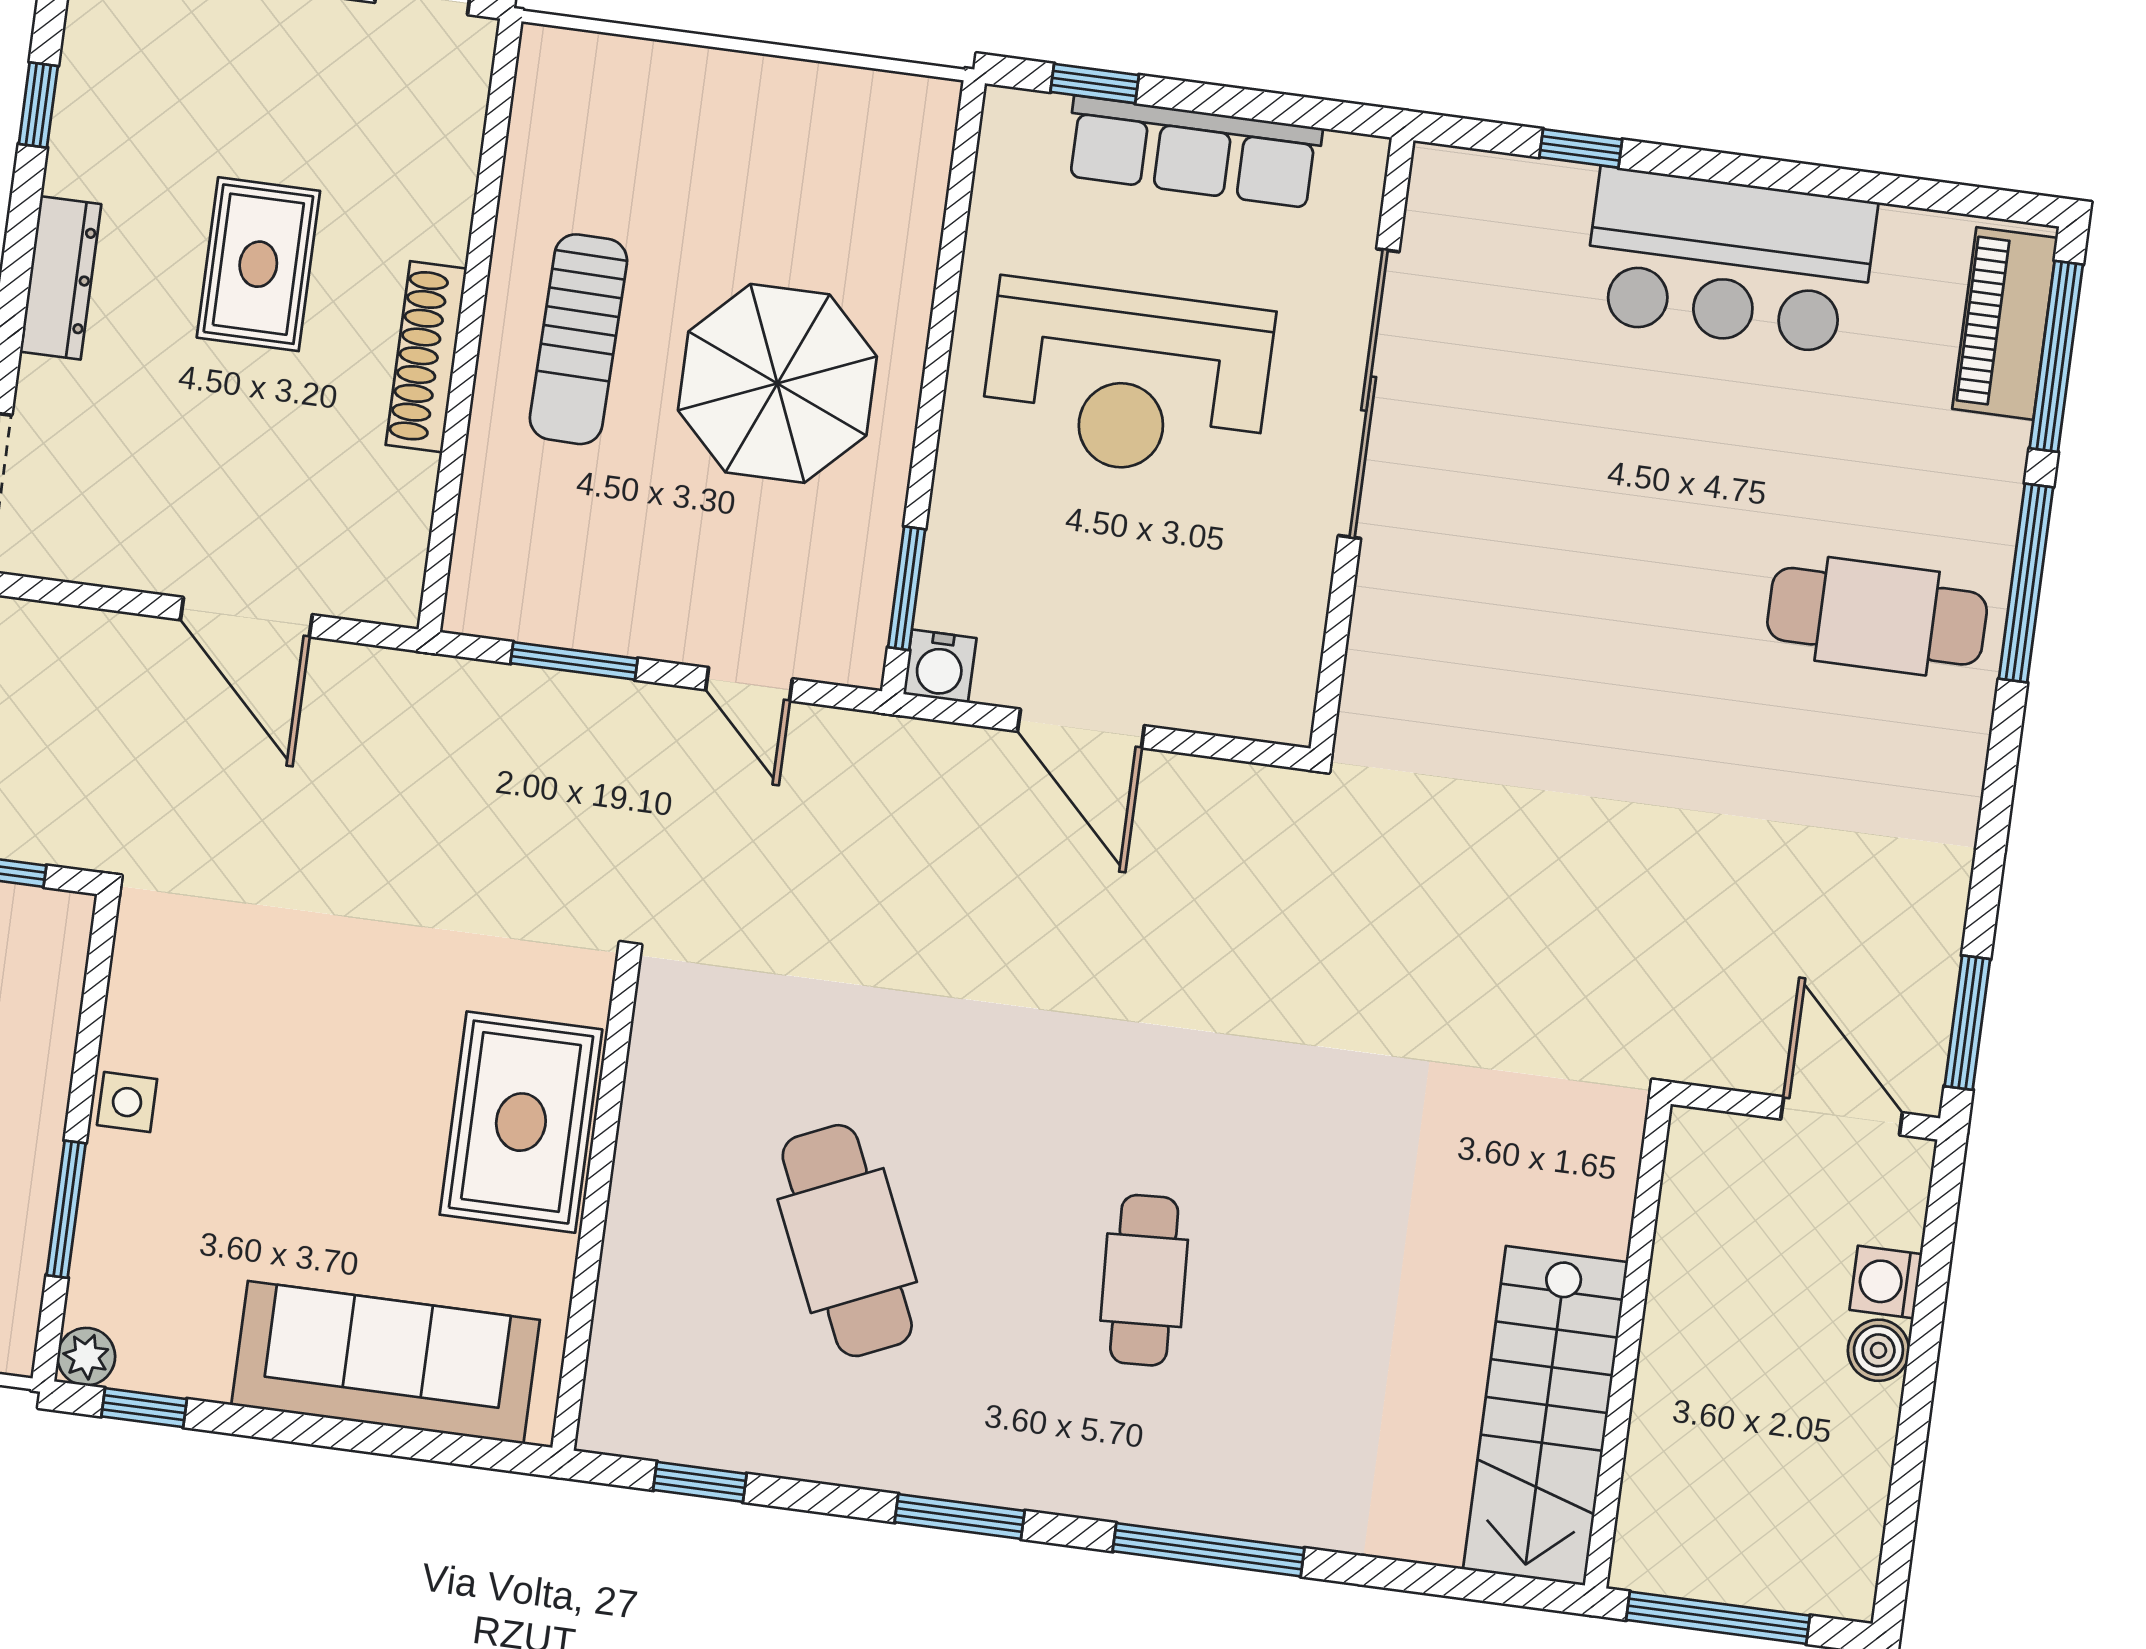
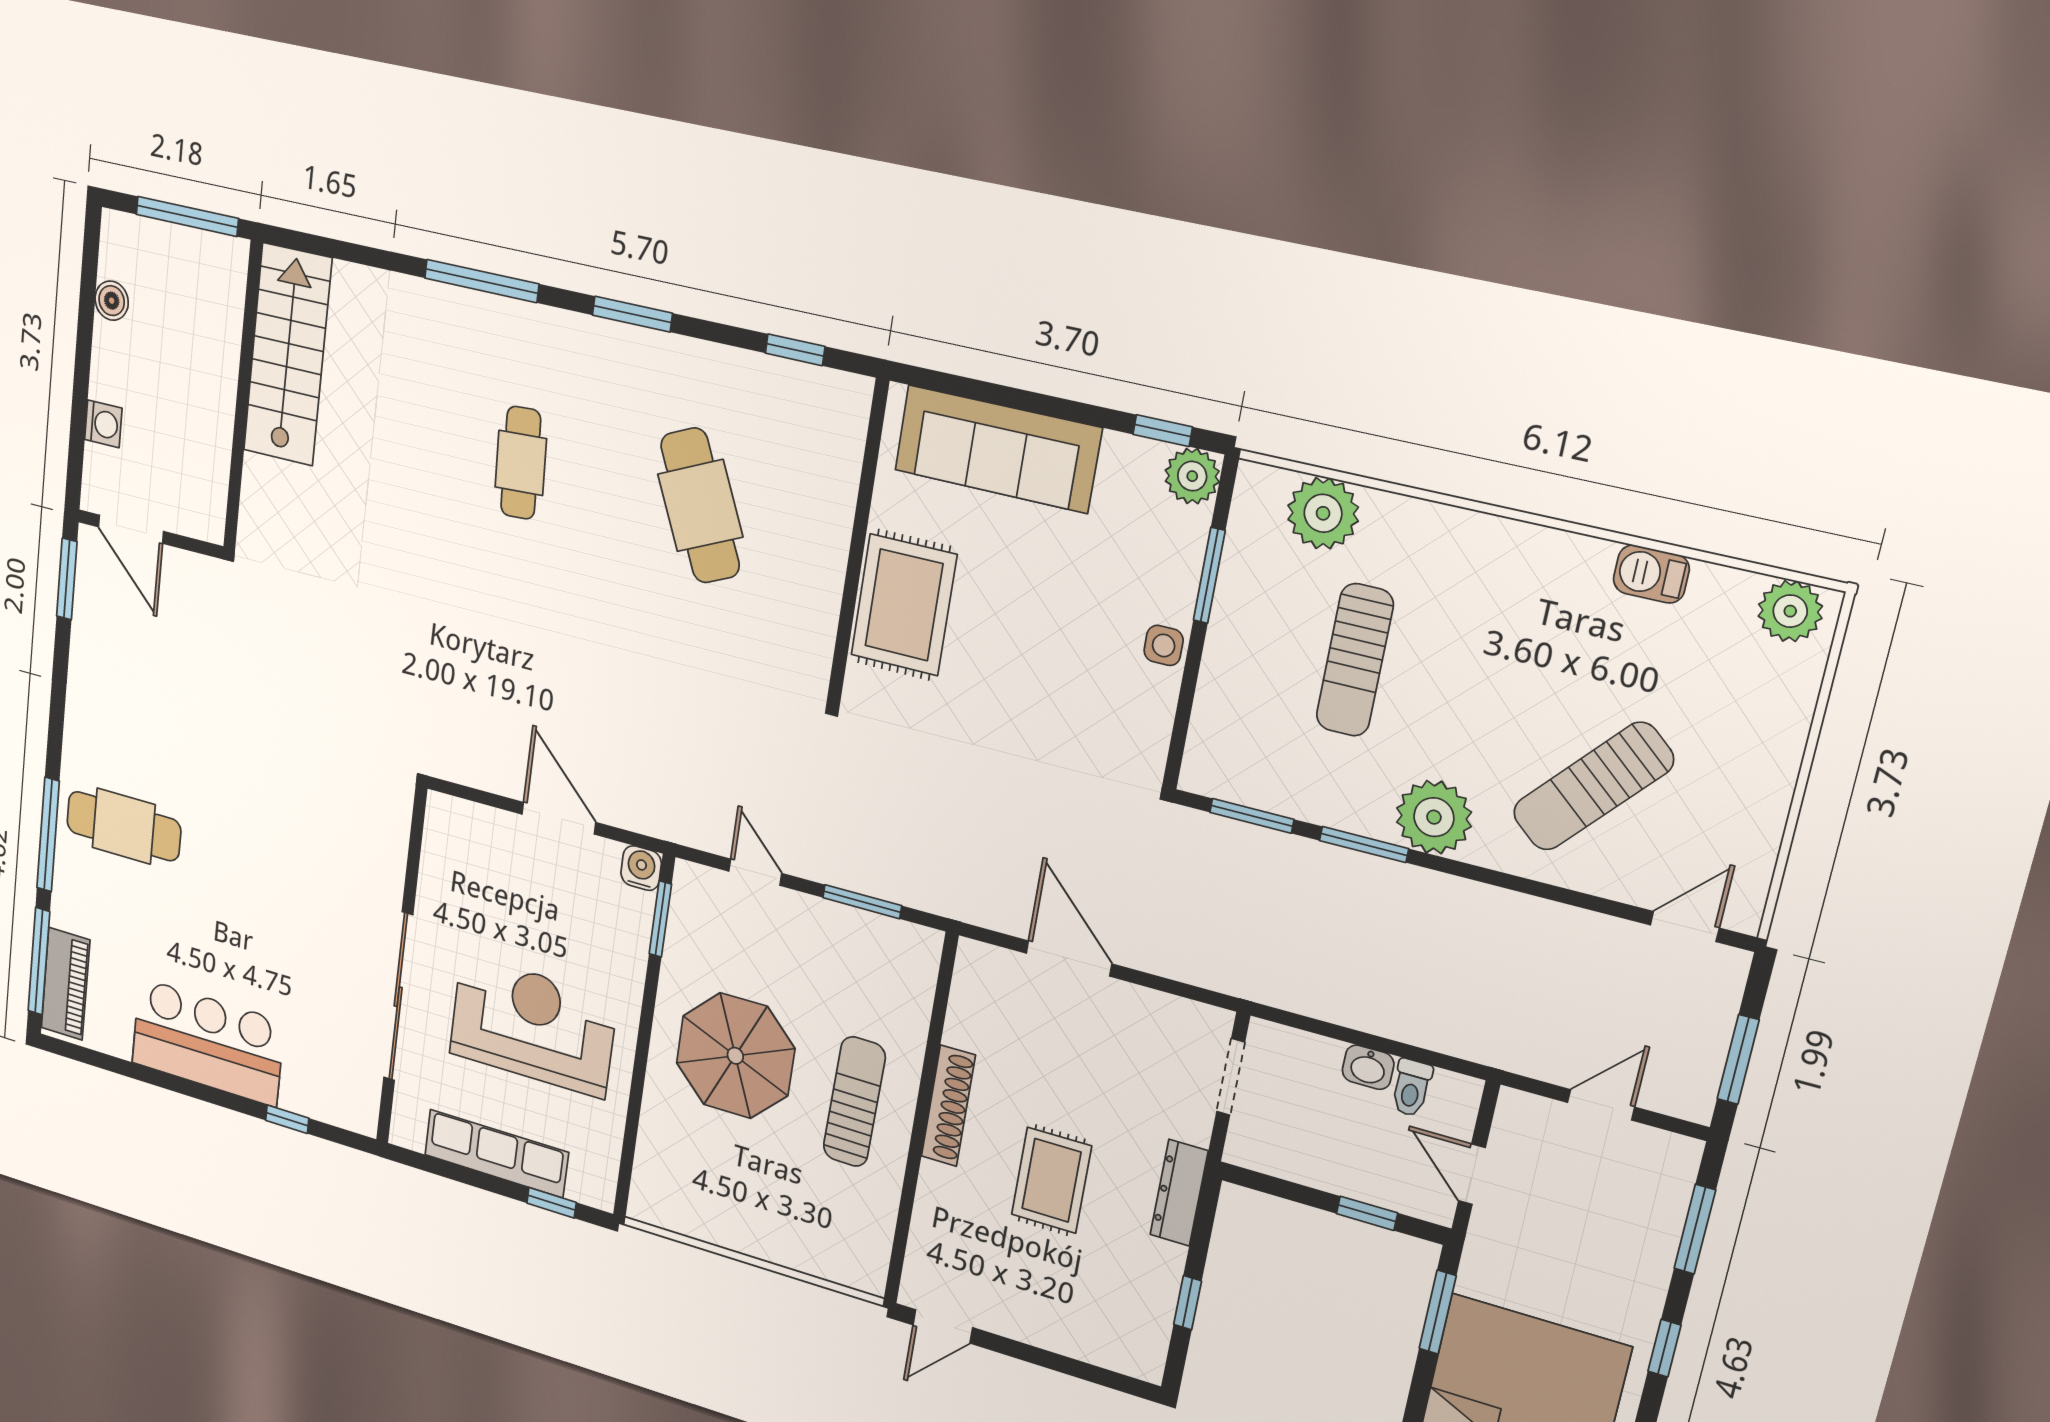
boiler: (1878, 1350) -> (112, 301), moved
plant: (86, 1357) -> (1192, 476), width x1.38, depth x1.38

